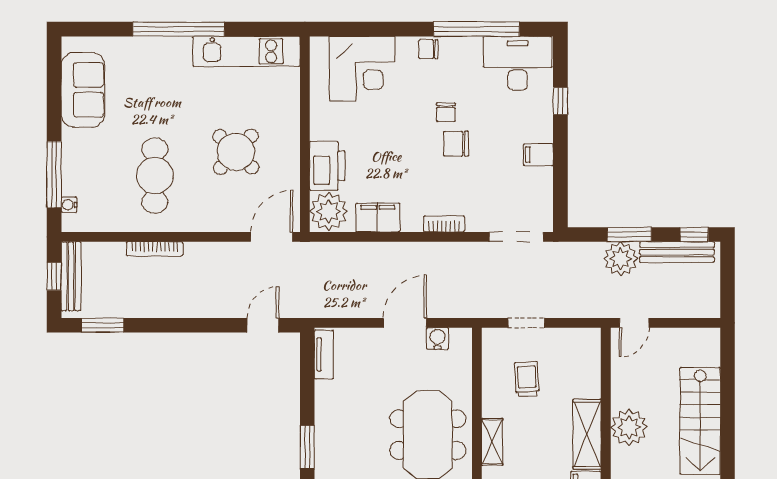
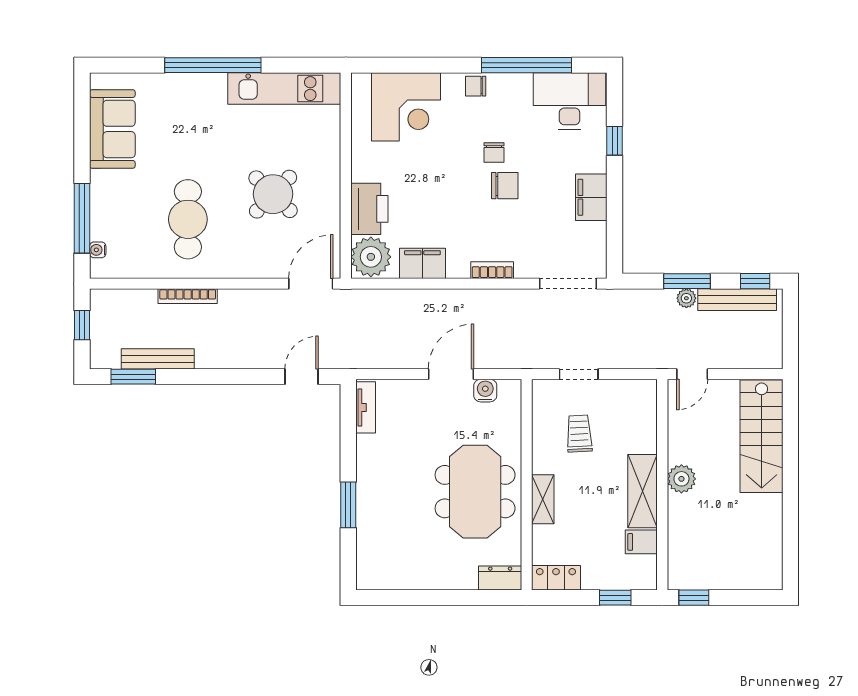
chair: (456, 144) -> (505, 186), turned 180
filing cabinet: (538, 155) -> (591, 197), width x2.00
plant: (621, 259) -> (686, 298), width x0.53, depth x0.53
bench: (71, 276) -> (158, 359), moved, turned 90
stairs: (700, 421) -> (762, 436), moved
plant: (629, 427) -> (681, 479), width x0.73, depth x0.73

